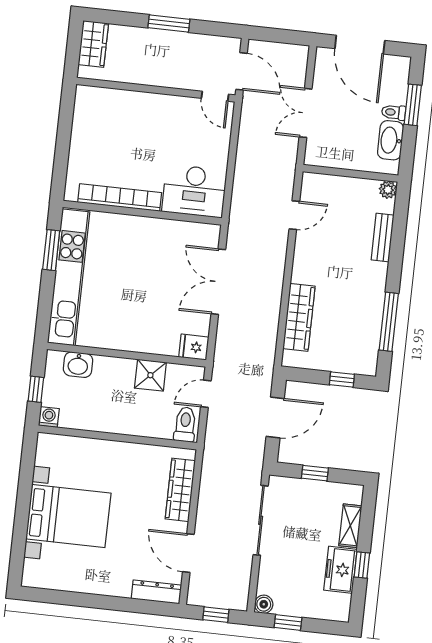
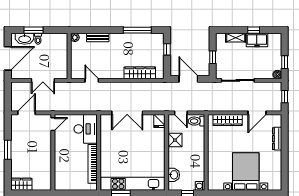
wall: (156, 90) -> (53, 152), moved
door: (215, 96) -> (53, 124), moved
washbasin: (391, 140) -> (25, 39), moved
dresser: (156, 592) -> (277, 139), moved

